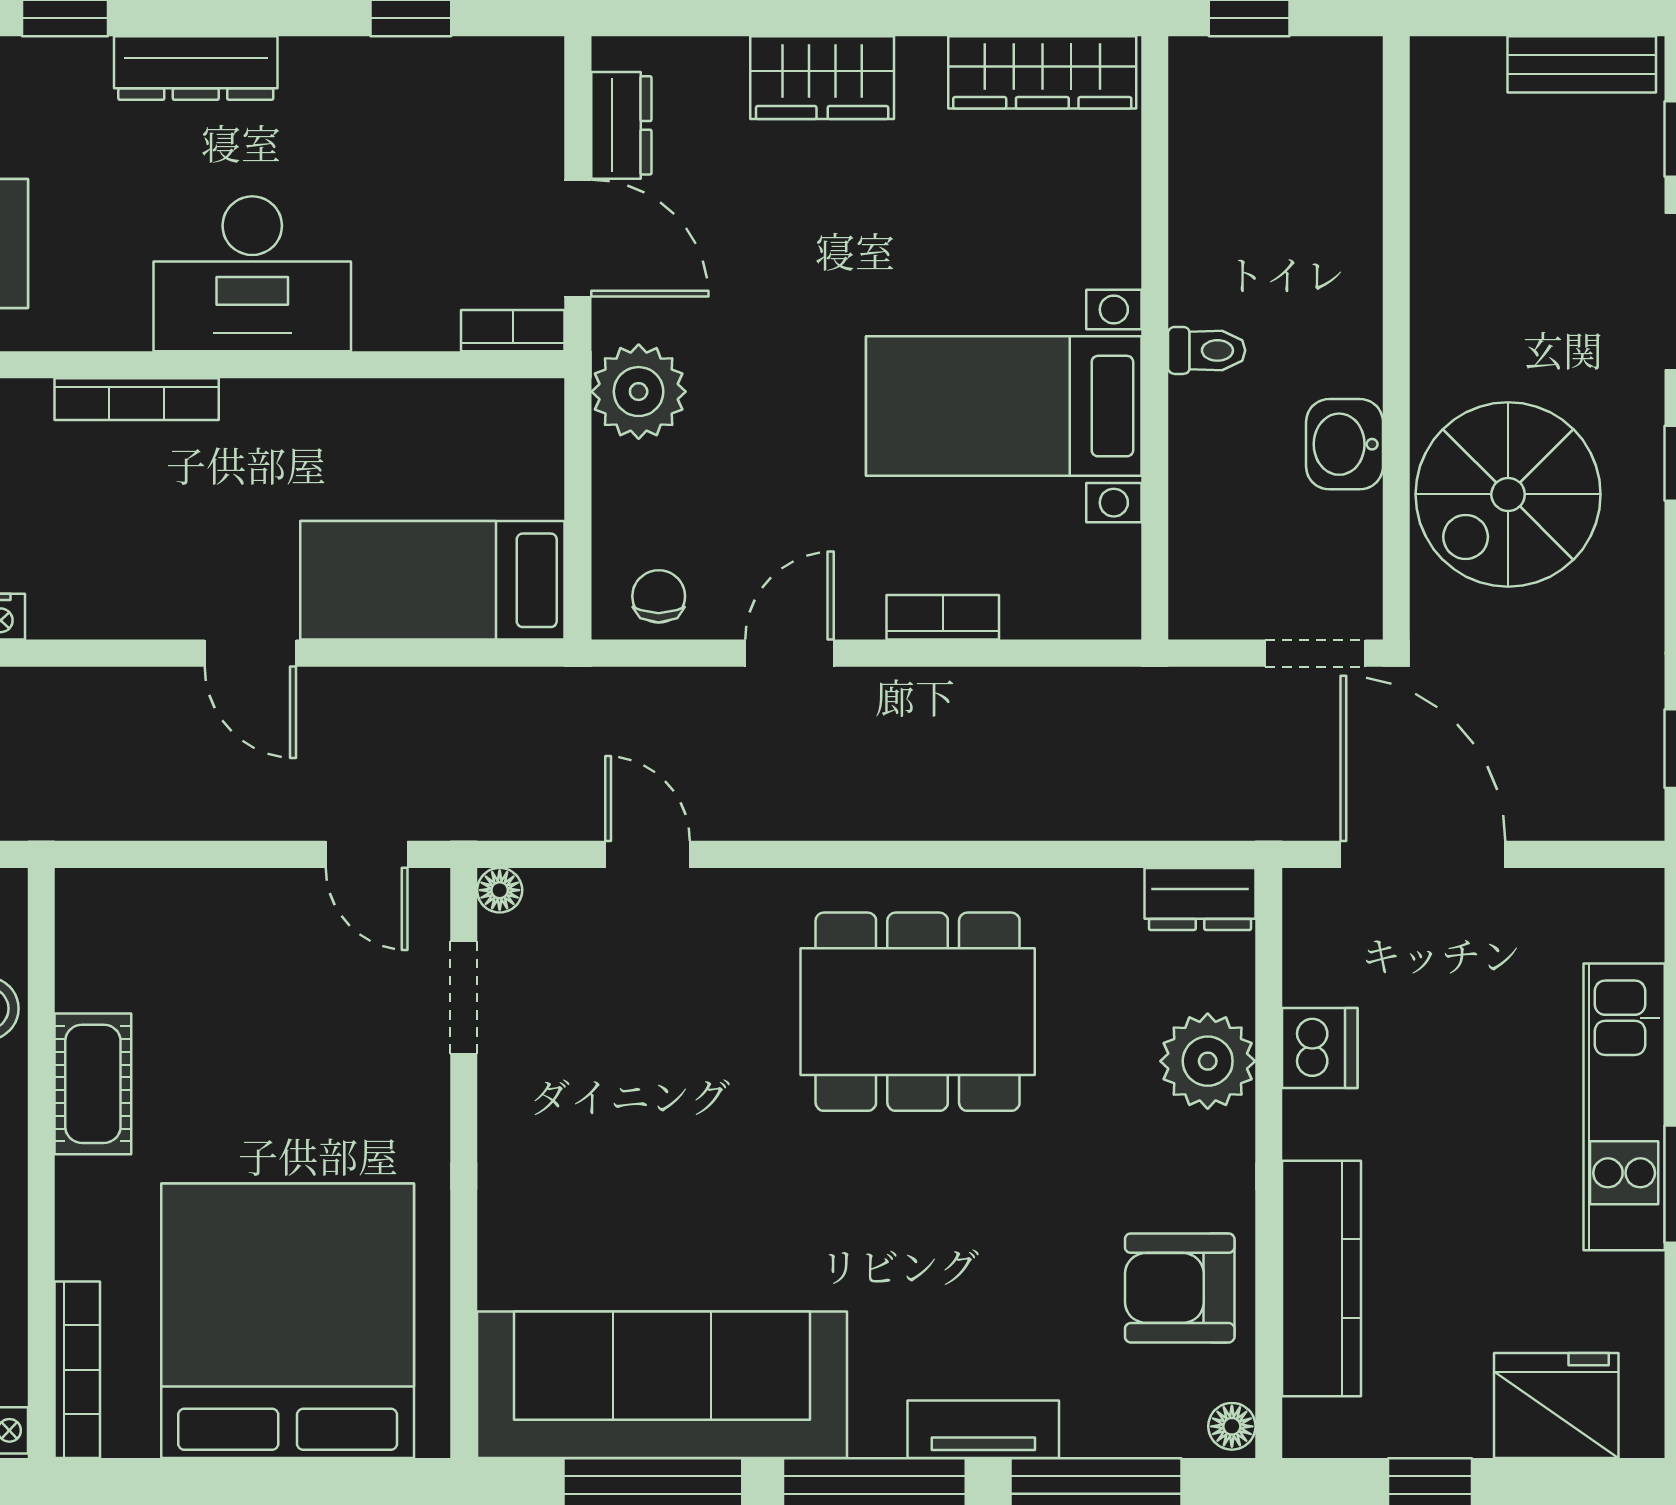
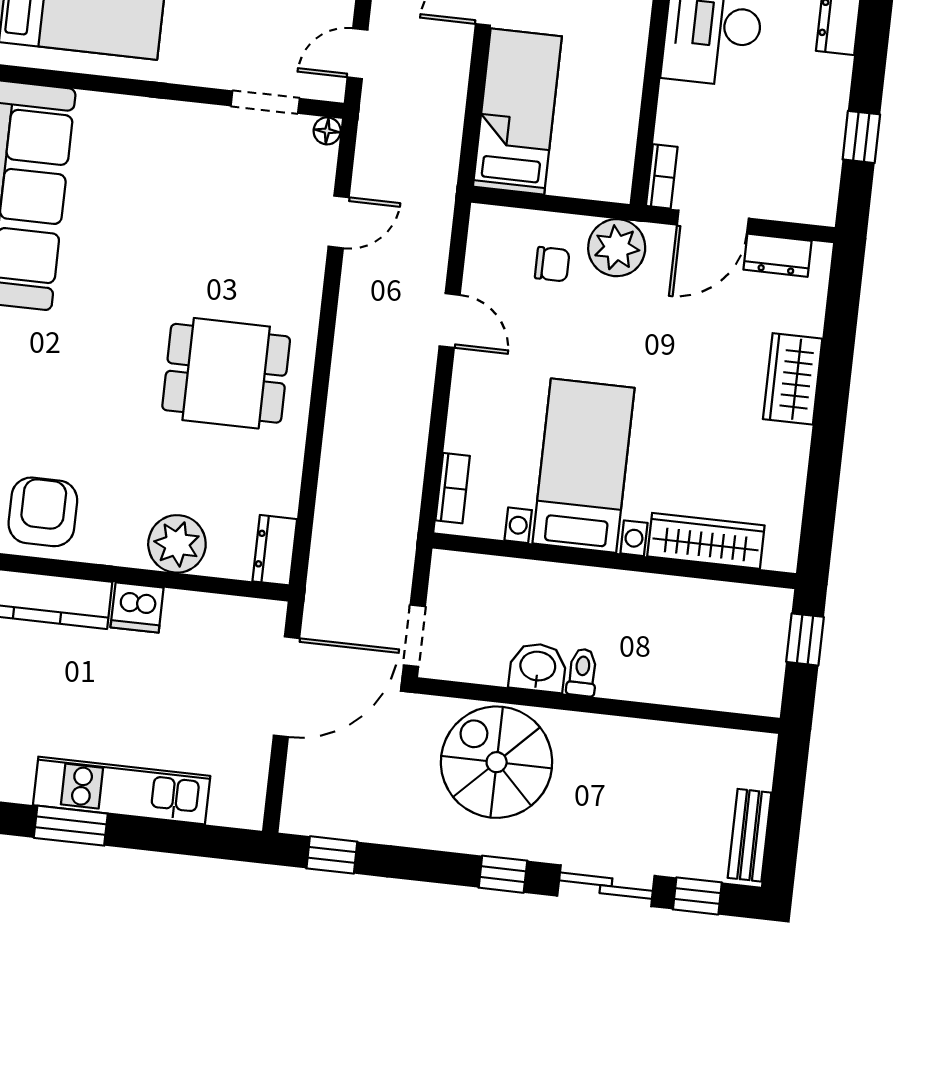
wardrobe: (1042, 72) -> (706, 541), moved, turned 90
toilet: (1207, 350) -> (582, 672), moved, turned 180
chair: (659, 596) -> (552, 264), moved
bookcase: (943, 617) -> (453, 488), moved
dining table: (918, 1012) -> (226, 373), width x0.73
dishwasher: (1320, 1048) -> (137, 607), moved

